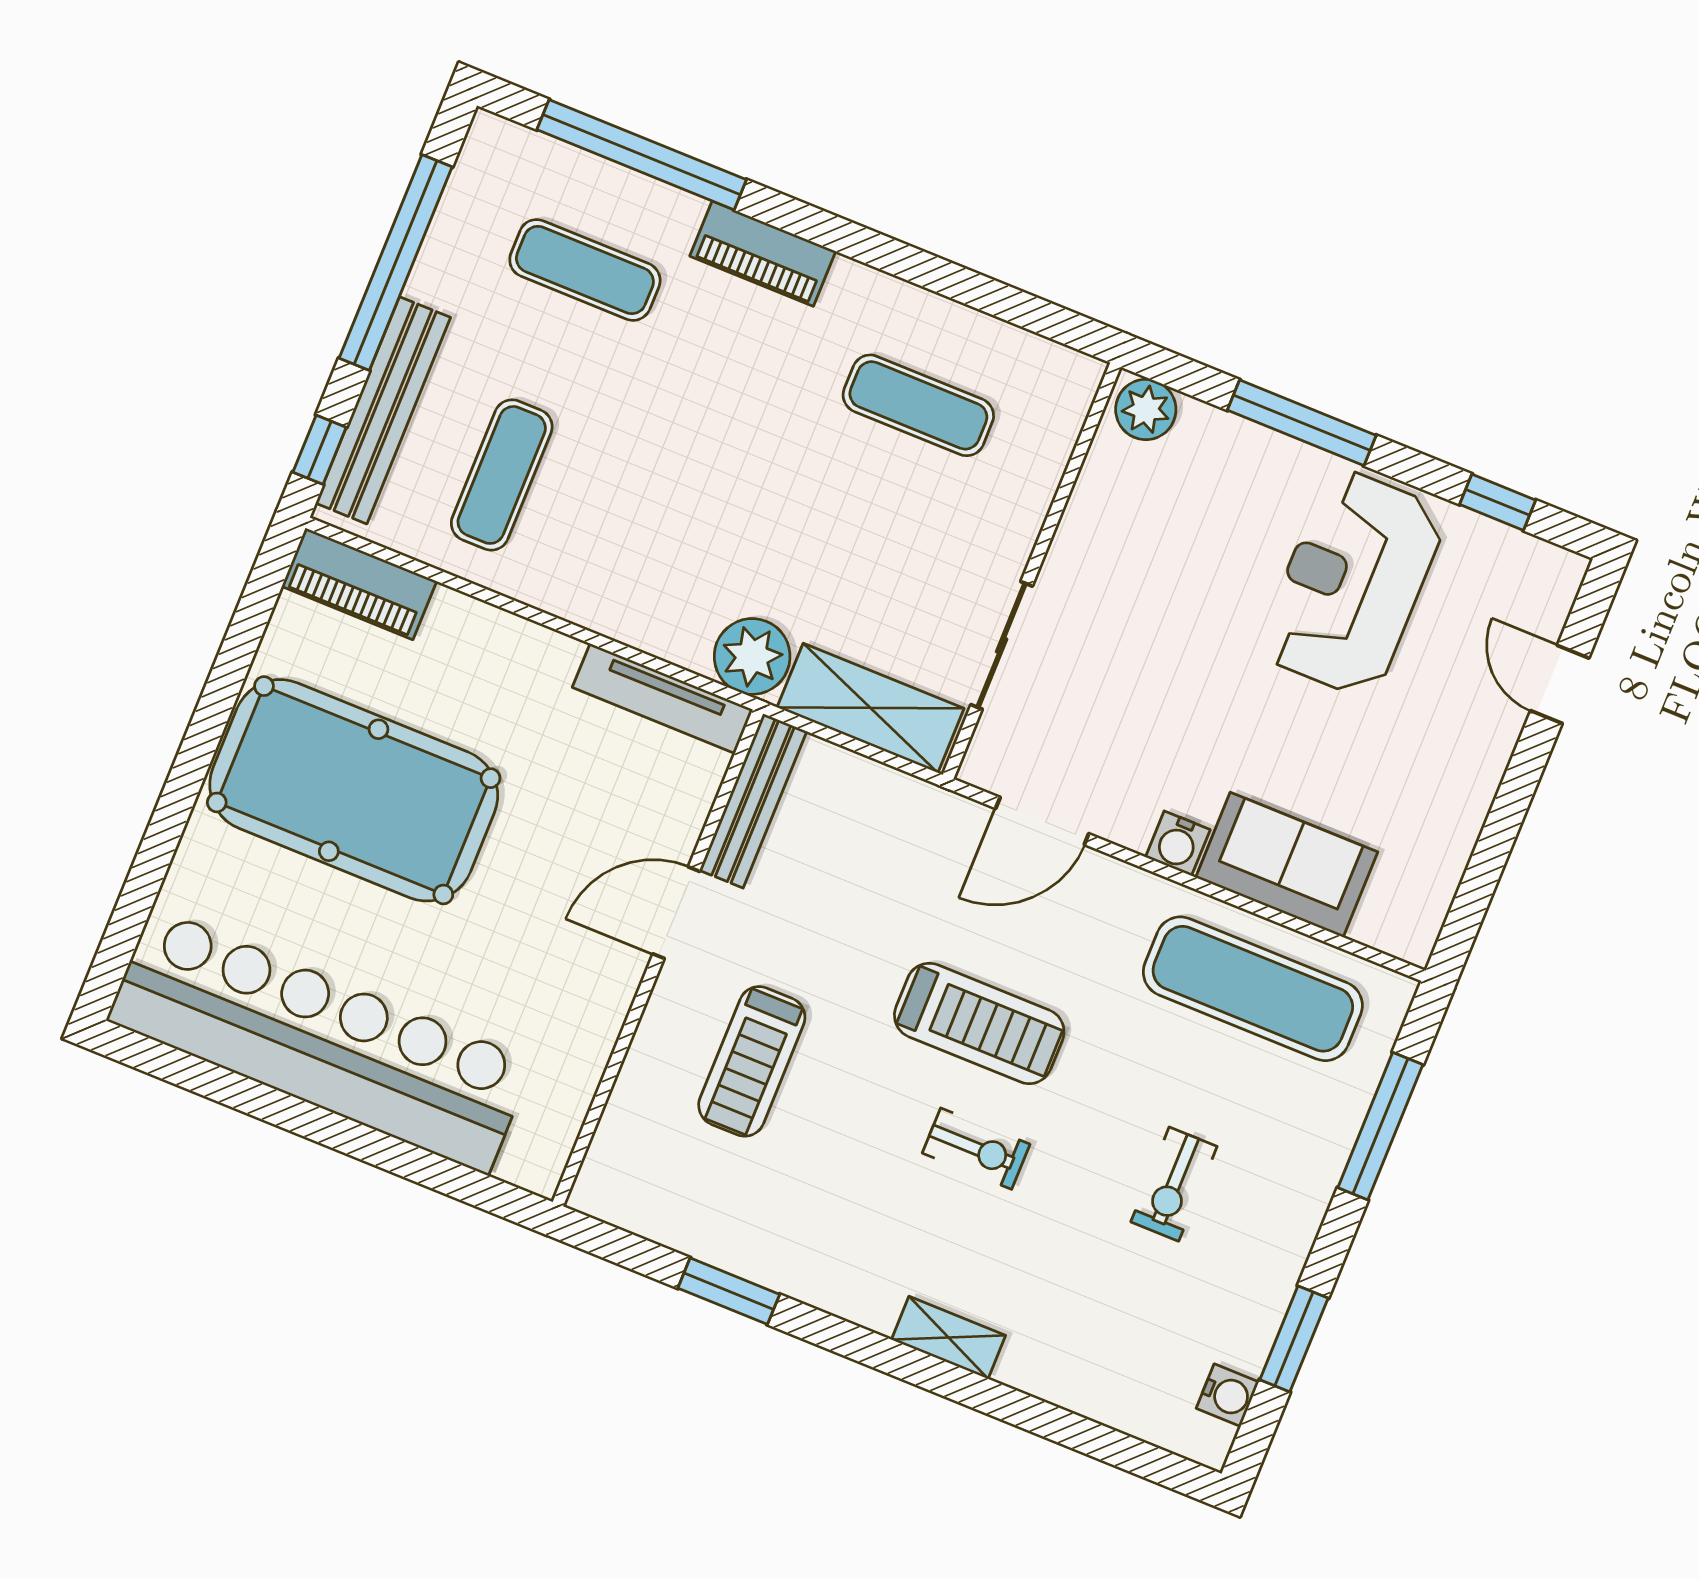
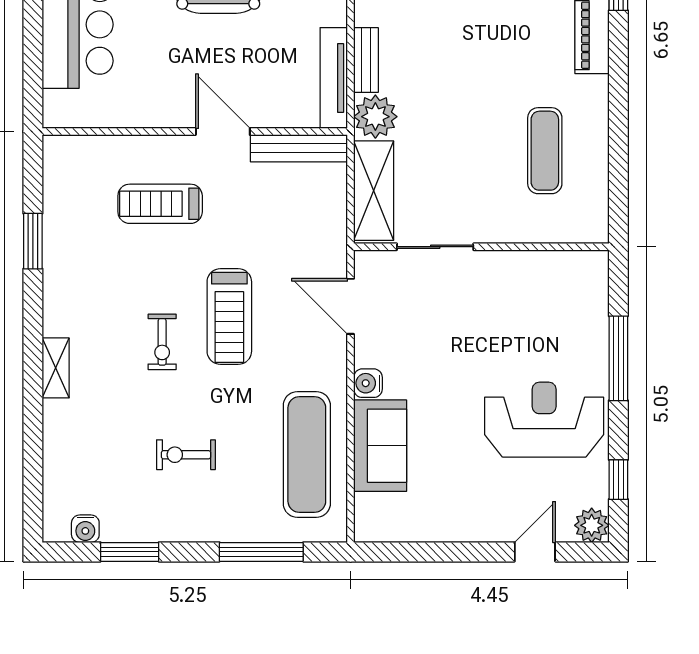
plant: (1146, 409) -> (592, 525), moved
bench: (655, 635) -> (366, 60), added

